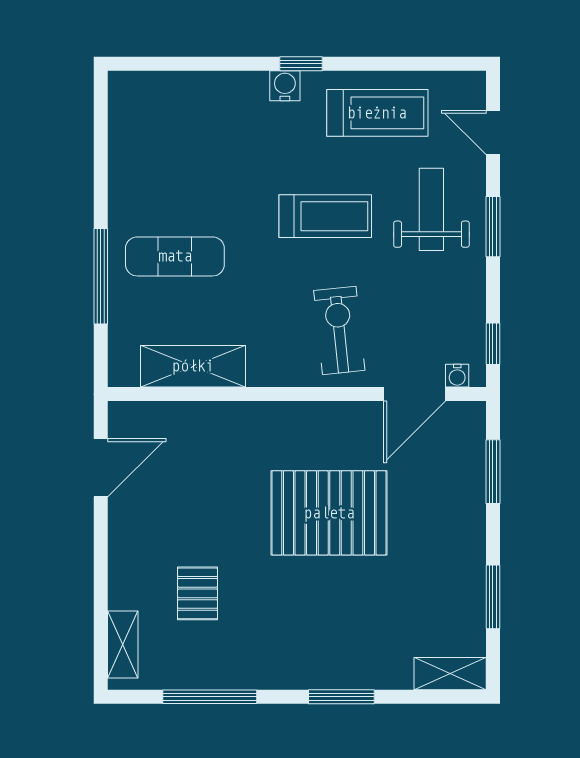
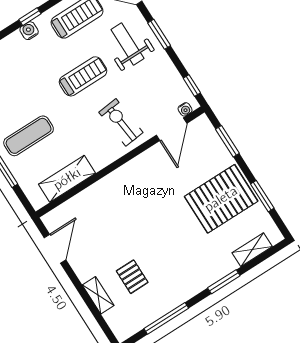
pallet: (329, 513) -> (221, 199), moved
shelving: (123, 645) -> (98, 295), moved
shelving: (450, 674) -> (252, 250), moved

